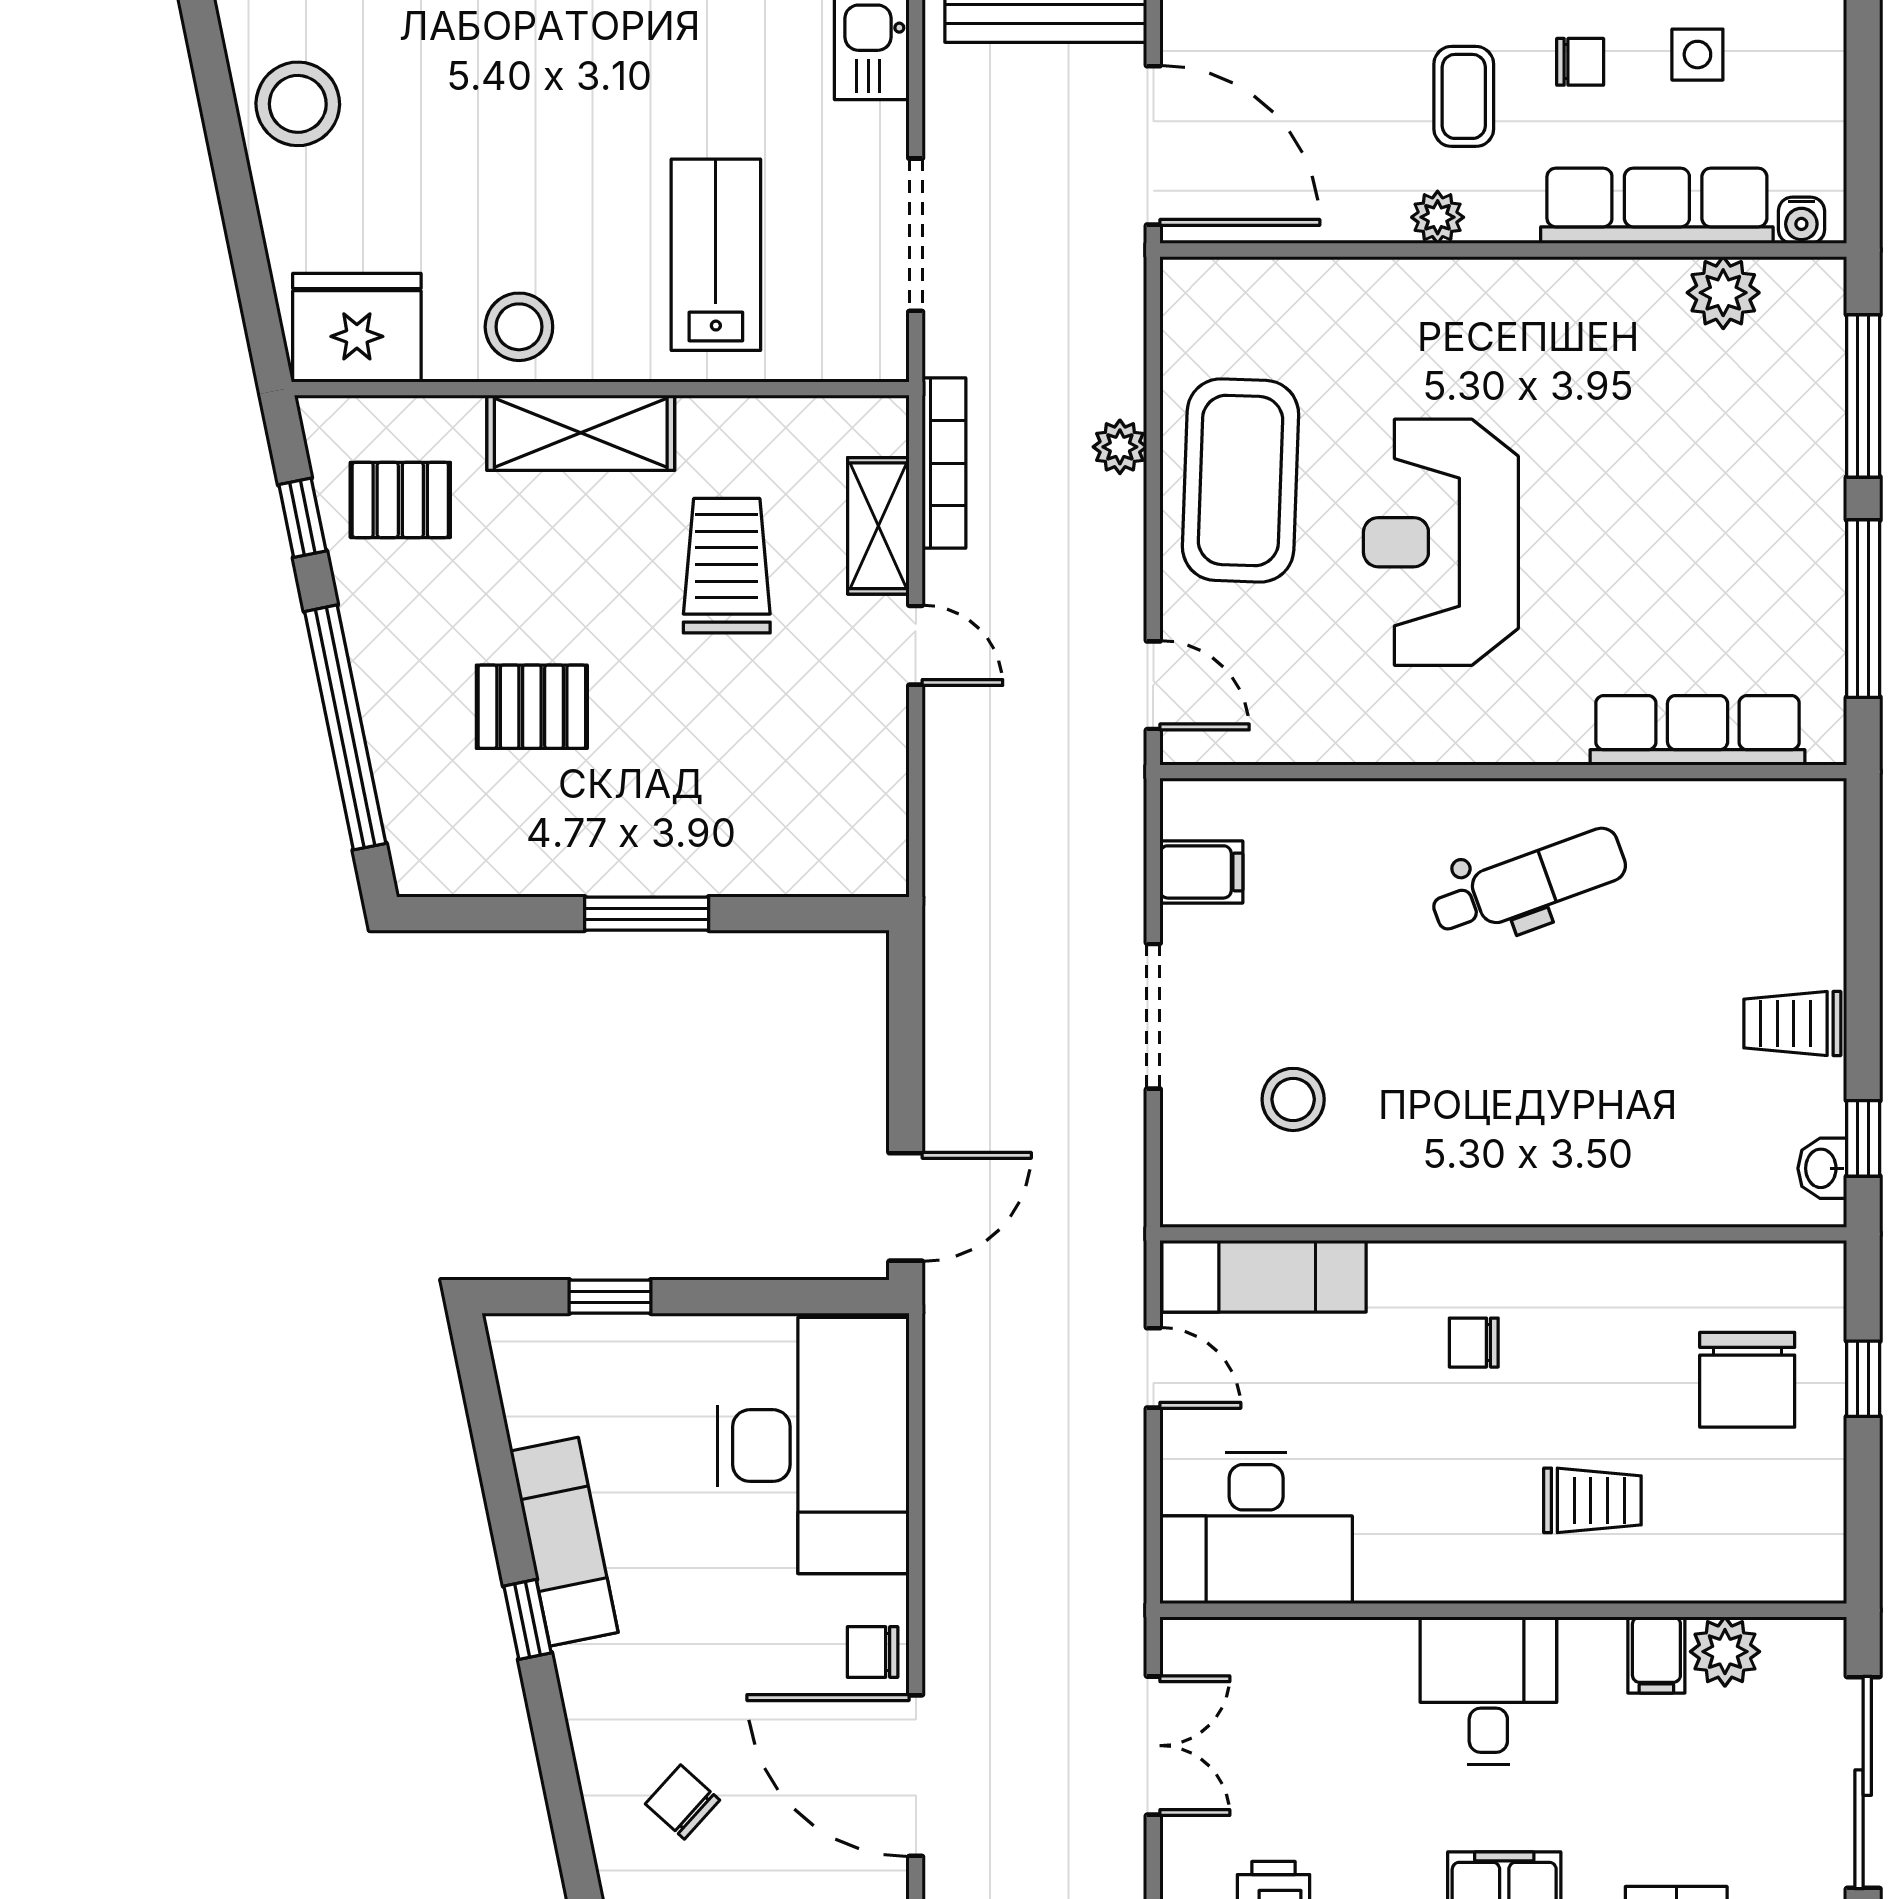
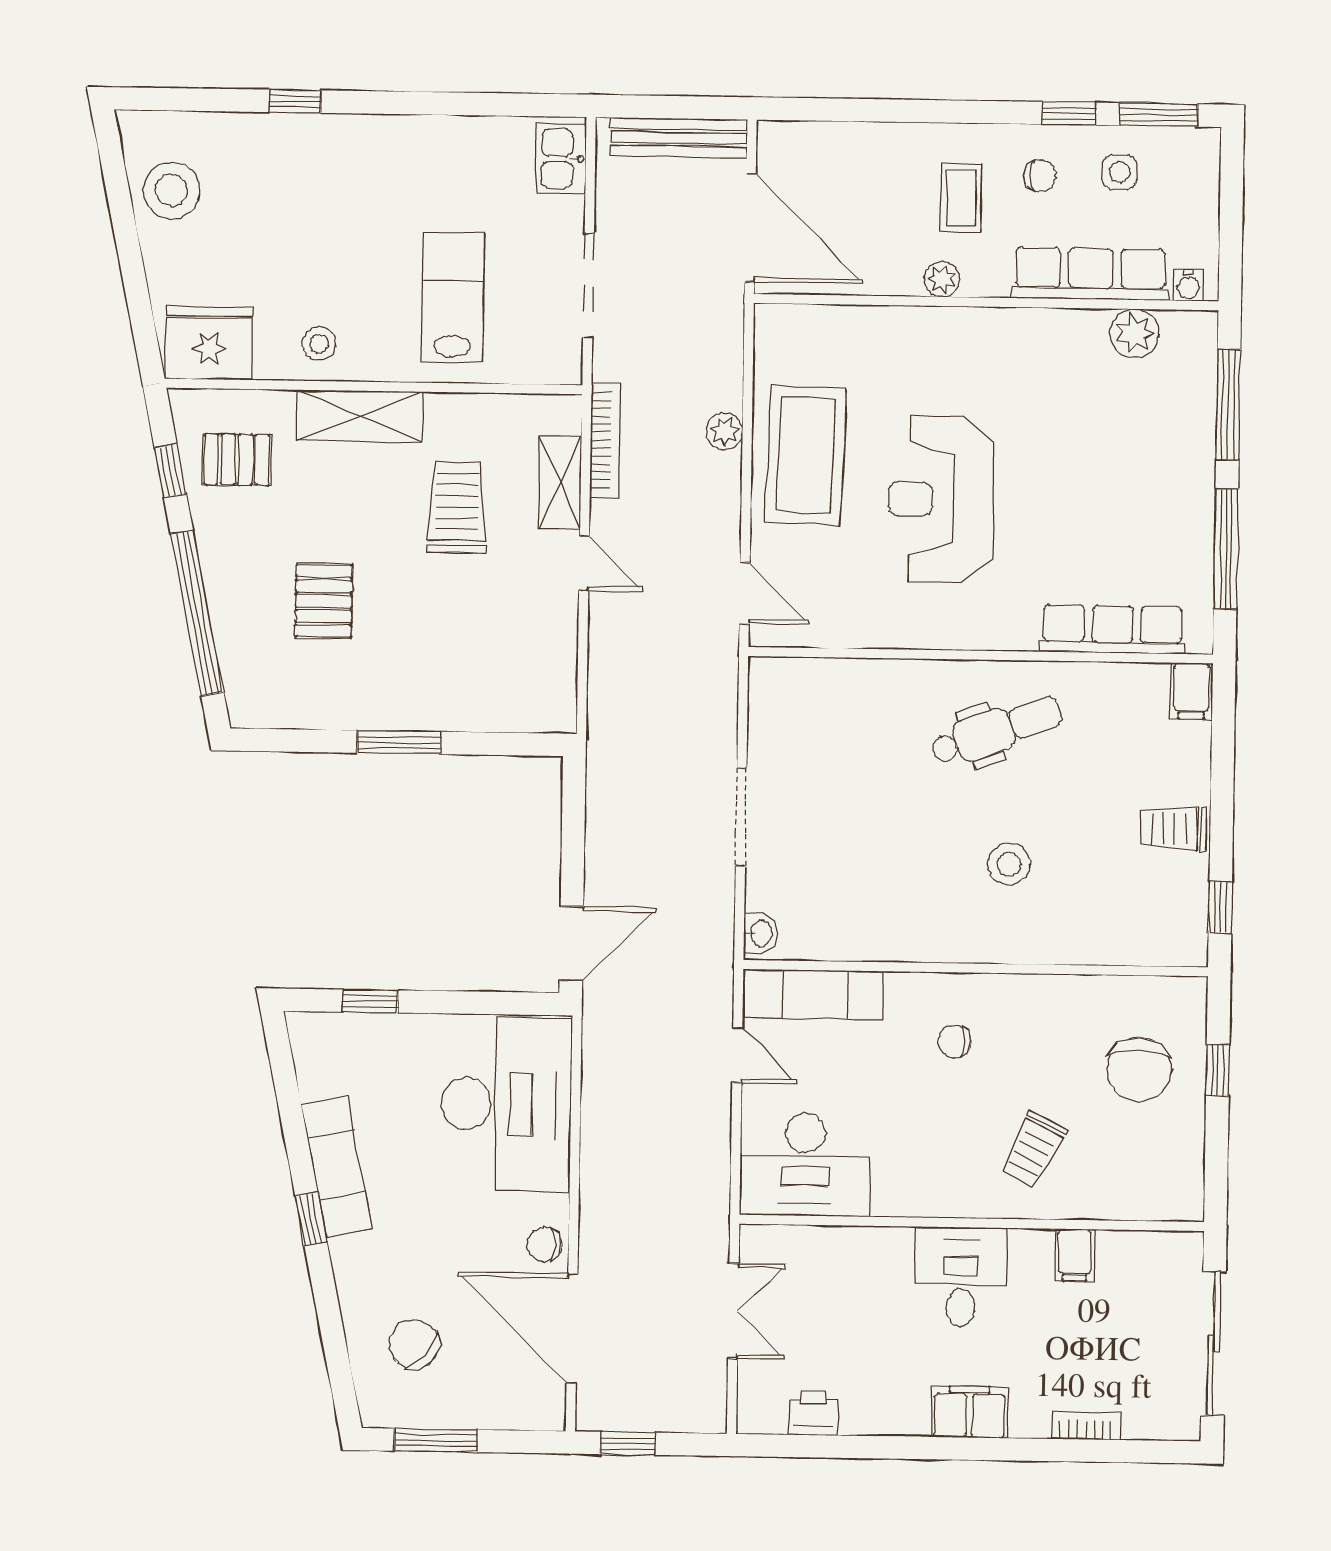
stool: (519, 327) -> (319, 344), width x0.73, depth x0.73
pallet: (532, 707) -> (324, 601), turned 90
filing cabinet: (1201, 872) -> (1191, 691), moved, turned 90
stool: (1293, 1099) -> (1009, 864), moved
washbasin: (1822, 1168) -> (760, 933), moved, turned 180
trolley: (1592, 1500) -> (1033, 1150), turned 117
plant: (1725, 1652) -> (1121, 1253), removed
chair: (682, 1802) -> (414, 1344), width x1.37, depth x1.37

